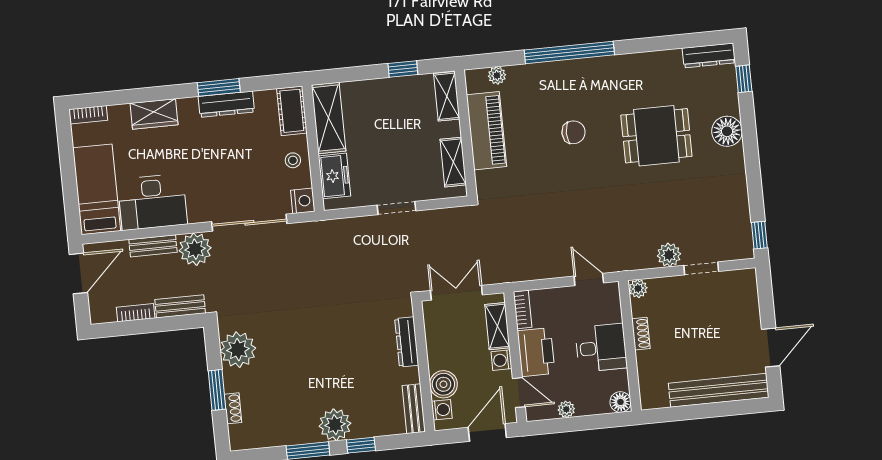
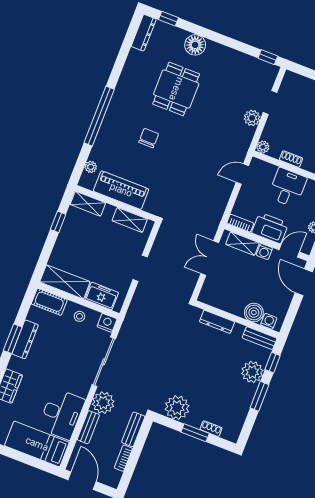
dresser: (407, 342) -> (217, 322), moved
wall: (423, 366) -> (237, 319), moved
boiler: (443, 384) -> (254, 313), moved
bench: (414, 409) -> (260, 338), moved
washing machine: (442, 410) -> (269, 321), moved

